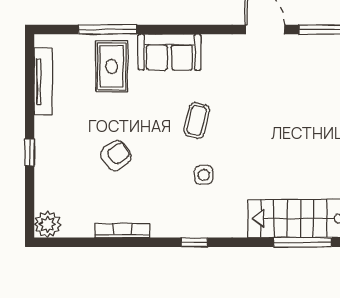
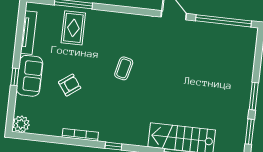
sofa: (169, 52) -> (30, 76), moved, turned -90
side table: (204, 175) -> (124, 104), removed
bookcase: (122, 231) -> (80, 135), moved

